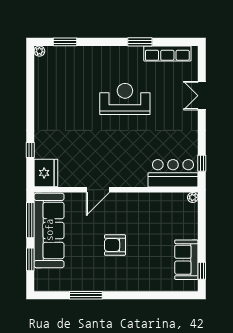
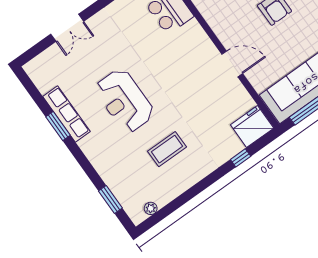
plant: (39, 51) -> (151, 208), moved
row of seats: (167, 53) -> (66, 114), moved
coffee table: (72, 105) -> (167, 149), added

